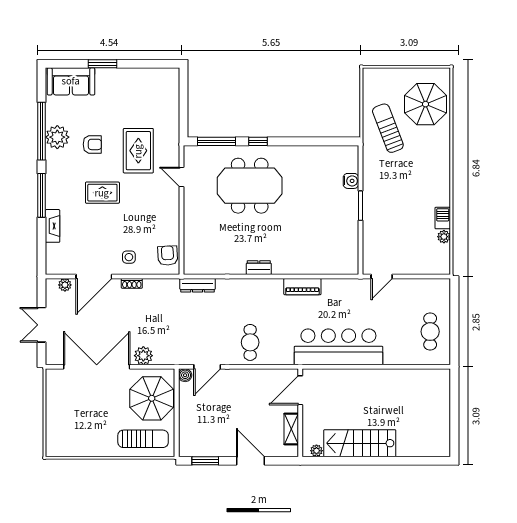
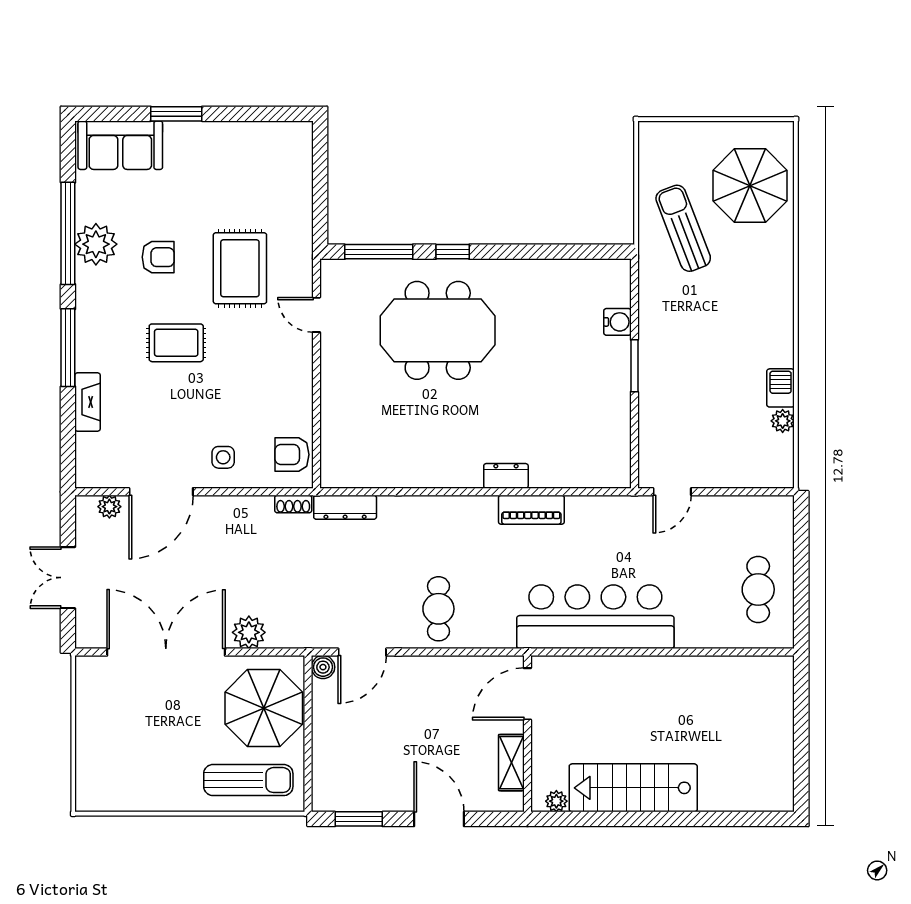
armchair: (168, 256) -> (292, 455), turned -87
dresser: (259, 268) -> (506, 476), moved
shoe rack: (132, 283) -> (293, 504), moved

